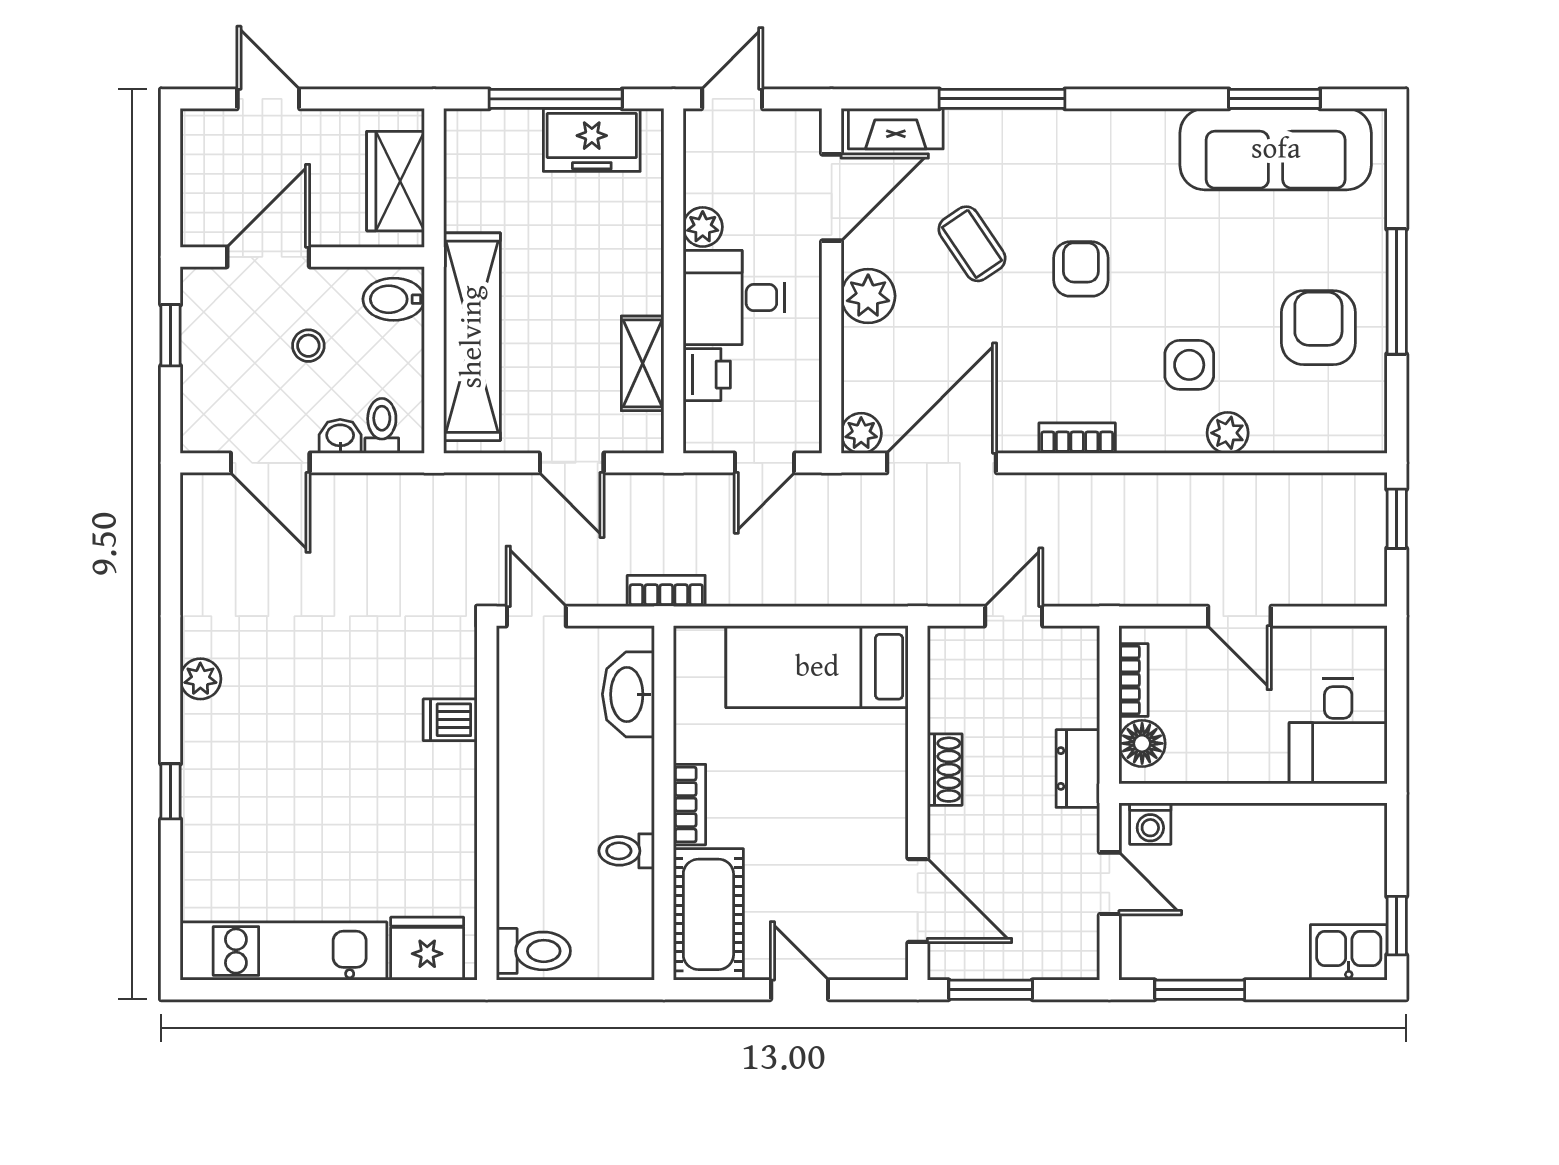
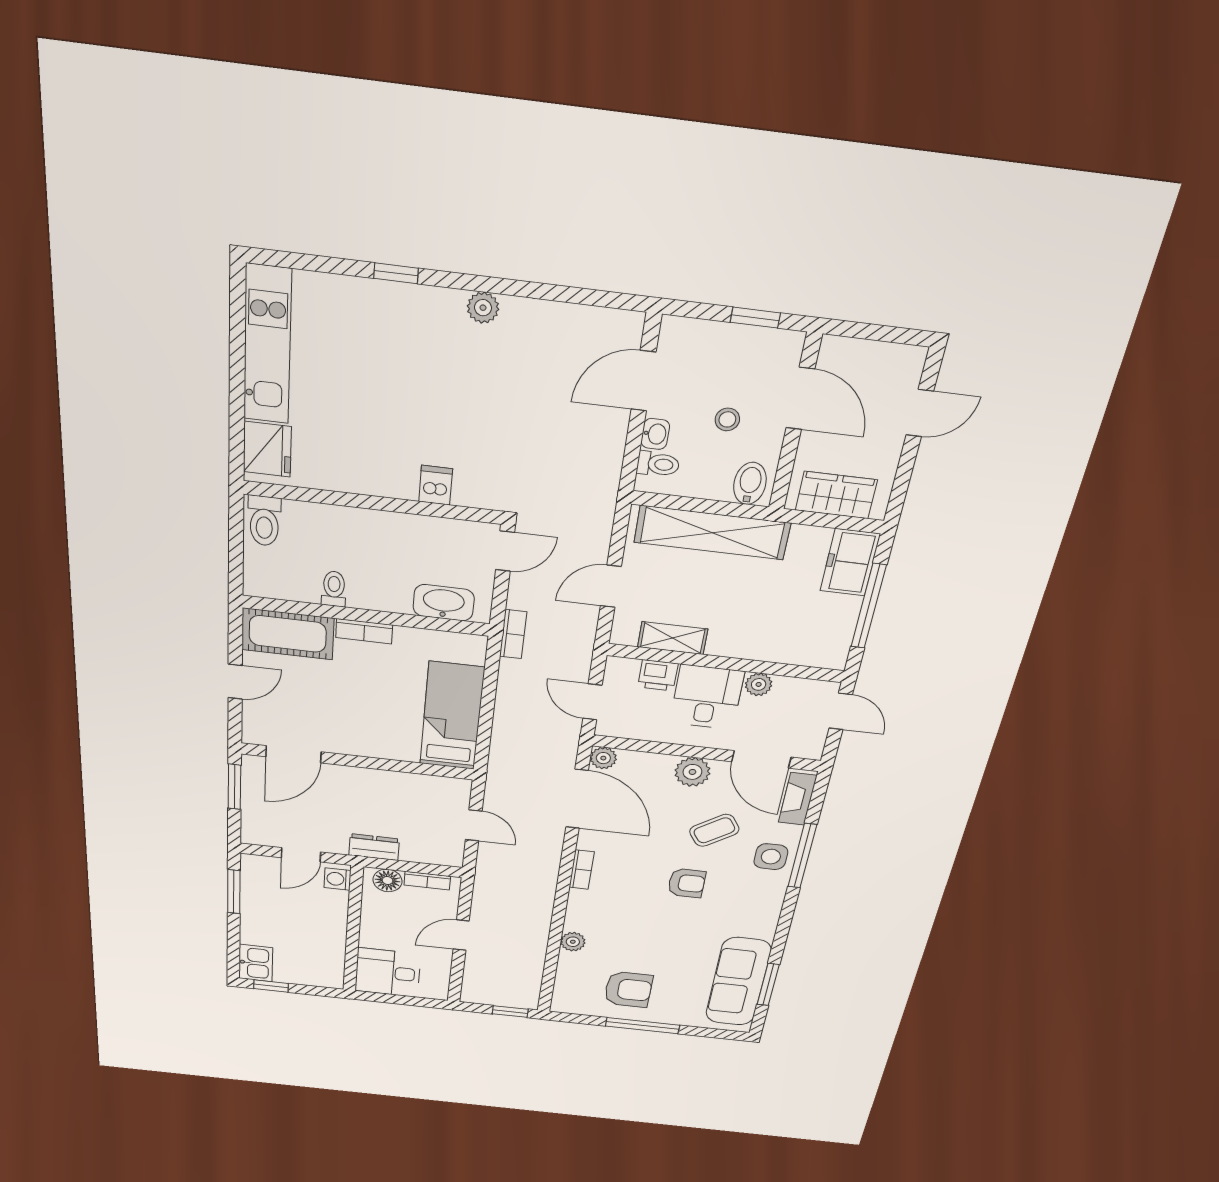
freezer: (592, 140) -> (850, 562), moved
side table: (1189, 365) -> (771, 857), moved
shoe rack: (945, 770) -> (378, 778), removed

